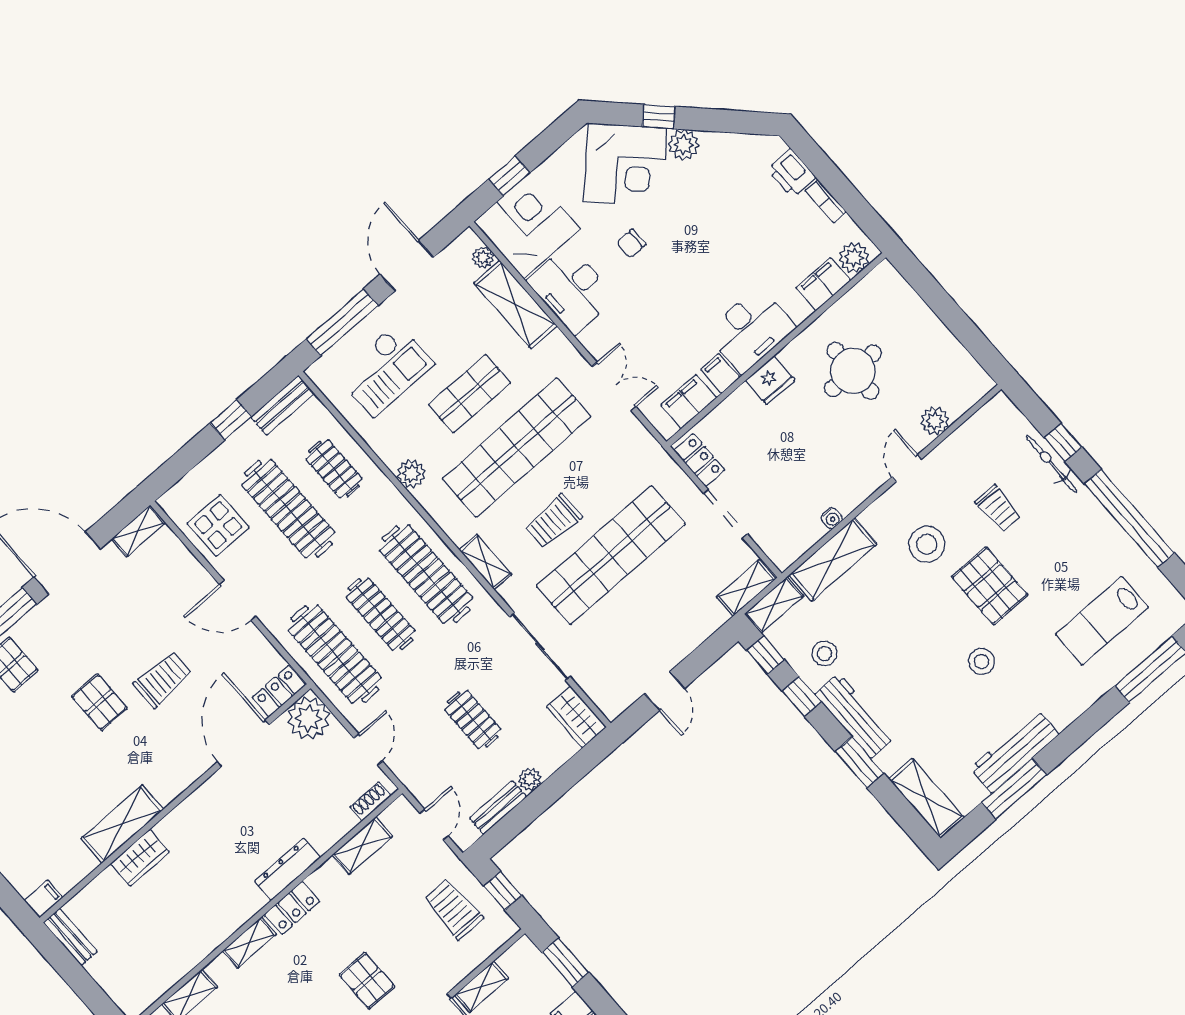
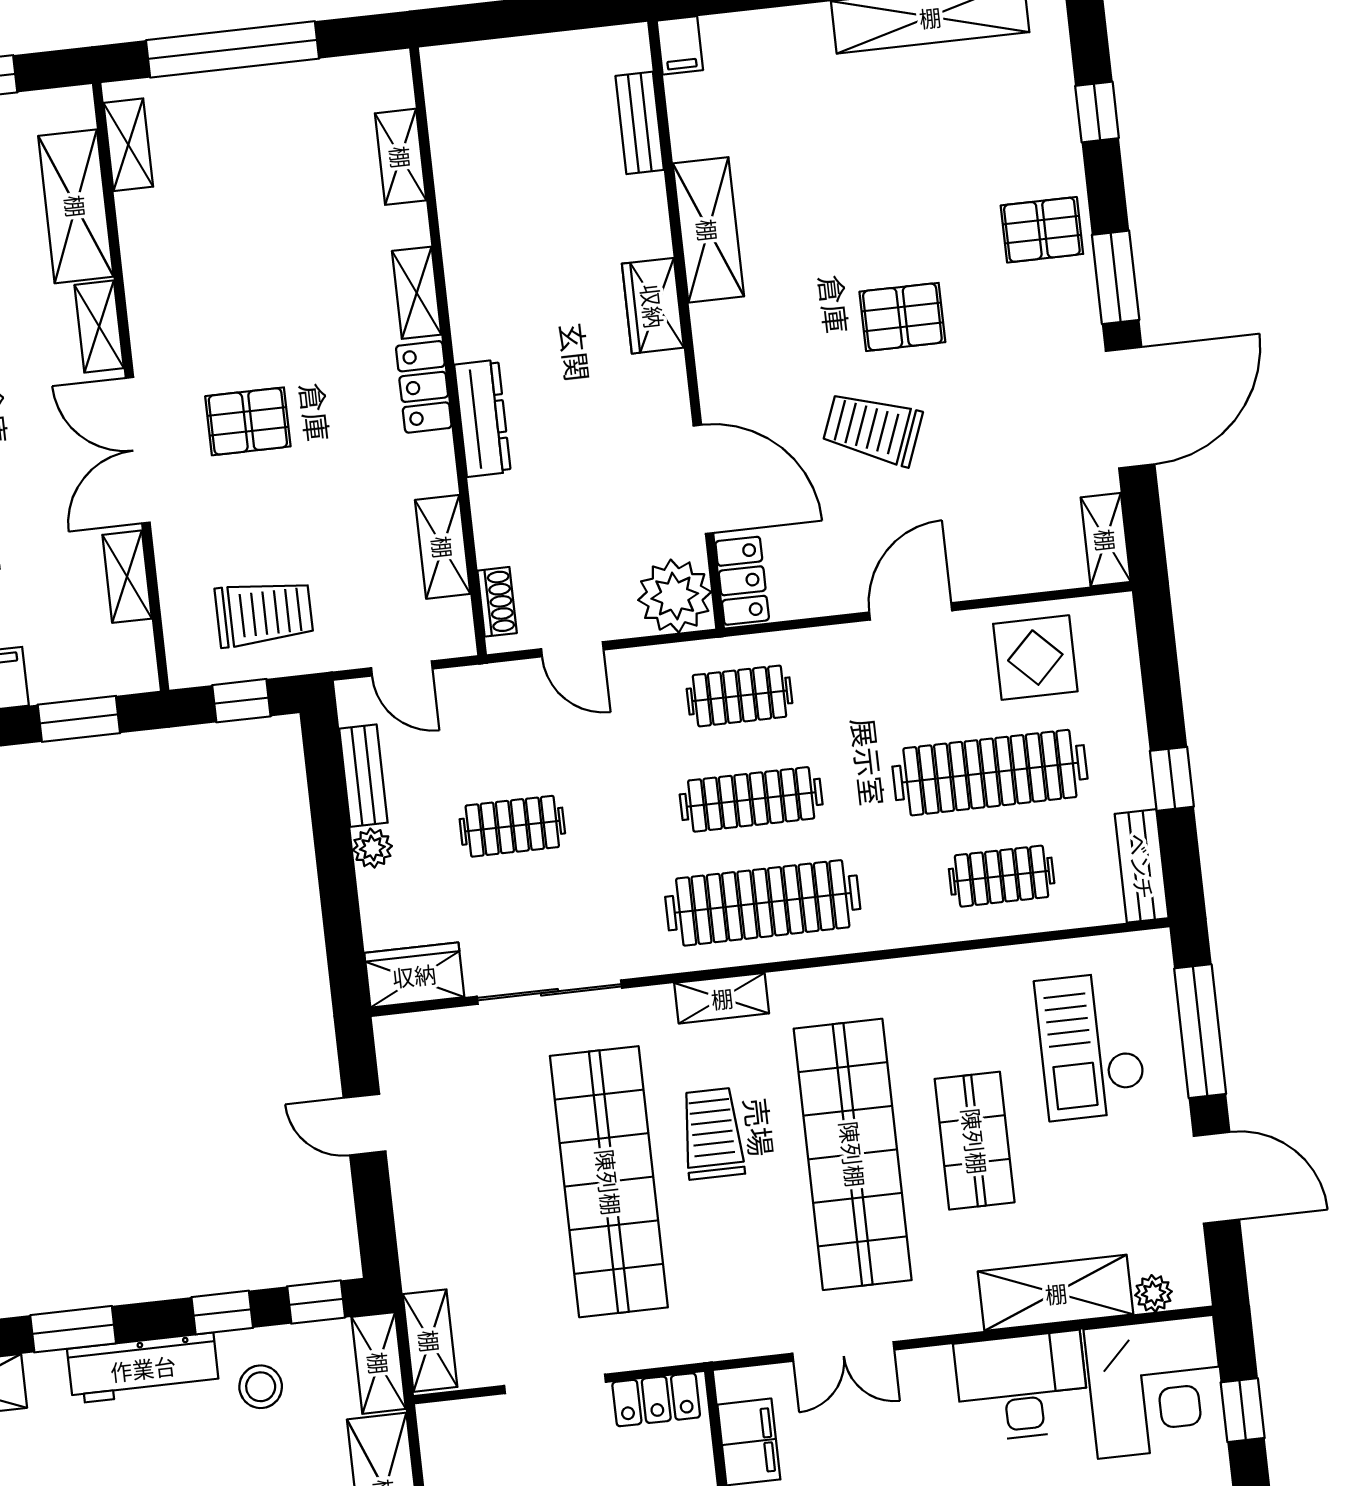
plant: (411, 474) -> (919, 980), removed
clothes rail: (335, 654) -> (740, 696), width x0.54, depth x0.76
trolley: (163, 679) -> (873, 429), turned 111
wardrobe: (140, 858) -> (653, 306), moved
bench: (70, 937) -> (640, 123), moved, turned 90

